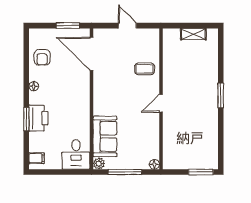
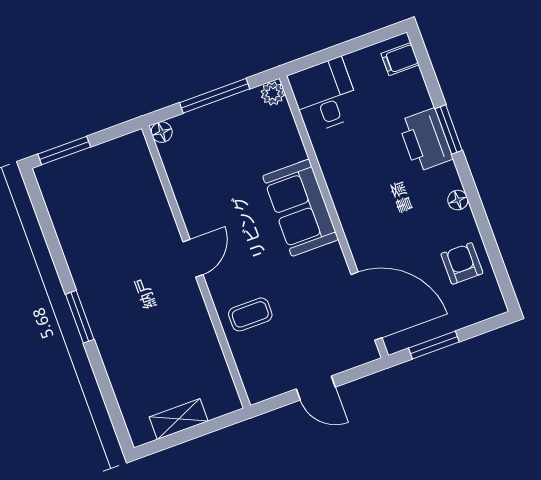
sofa: (105, 136) -> (301, 208), moved

